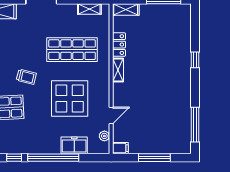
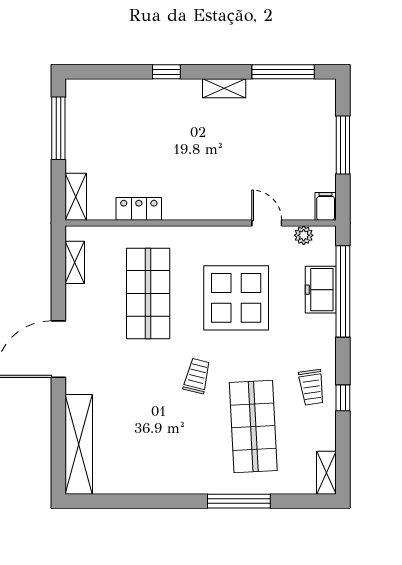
shelving: (118, 70) -> (224, 88), moved
trolley: (20, 140) -> (312, 387), added
window: (53, 158) -> (343, 291), moved

